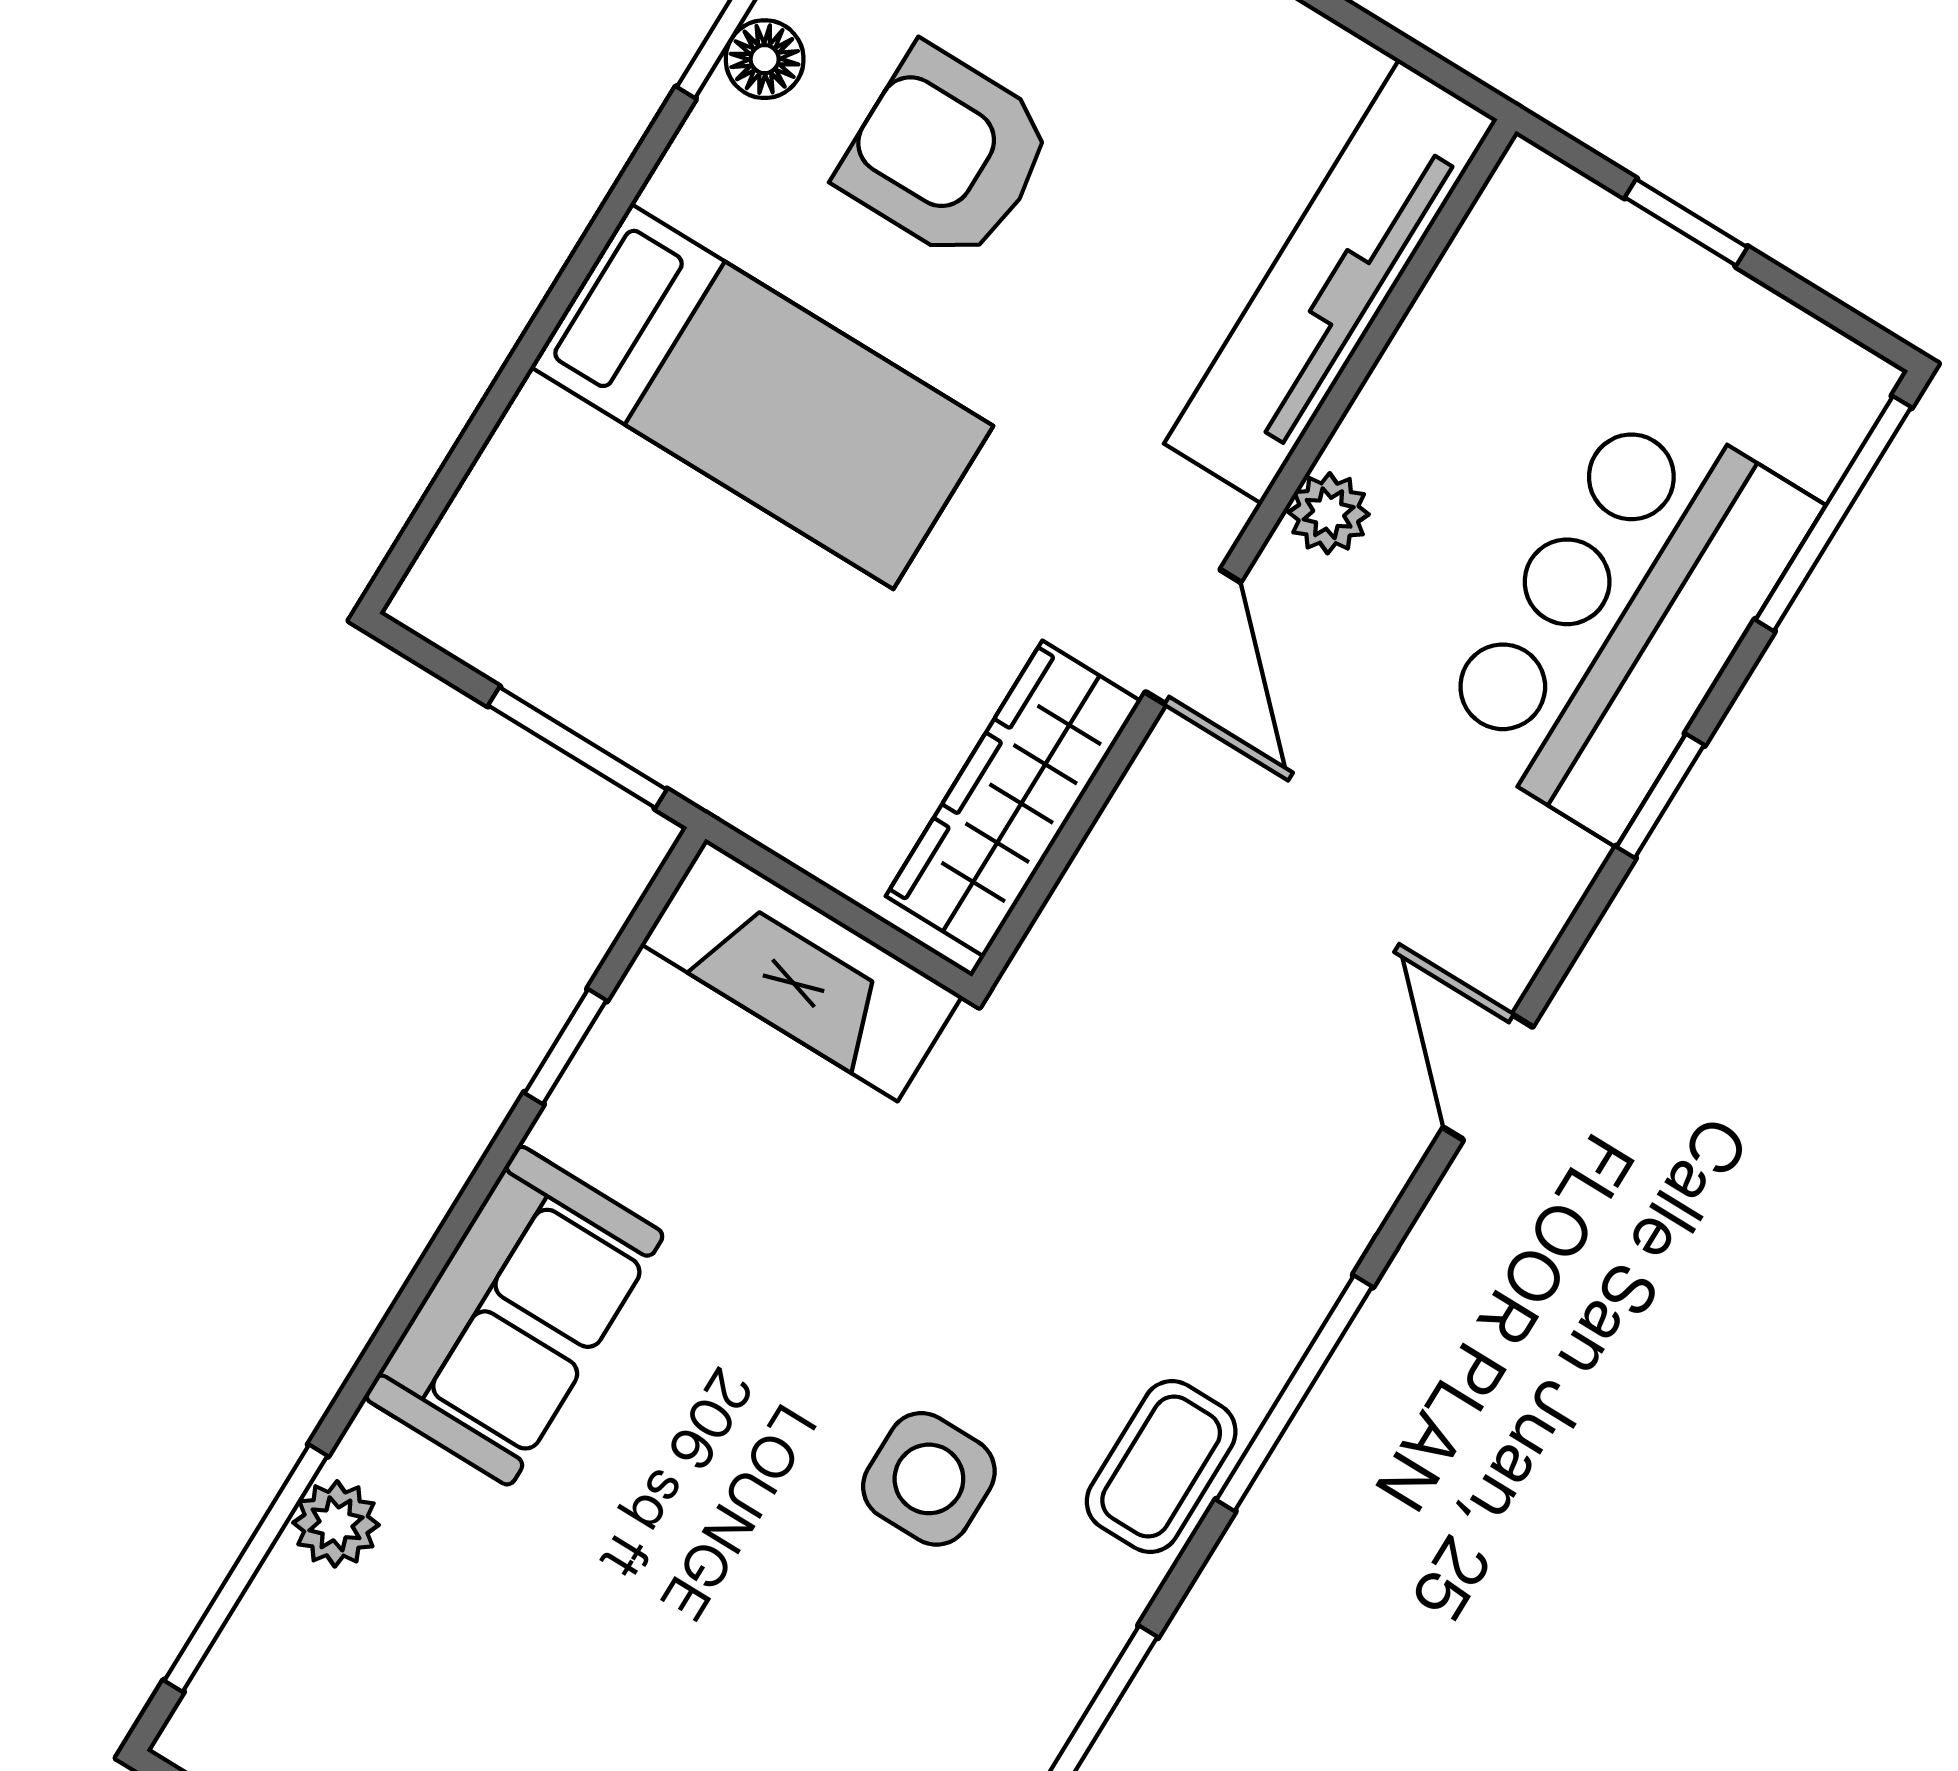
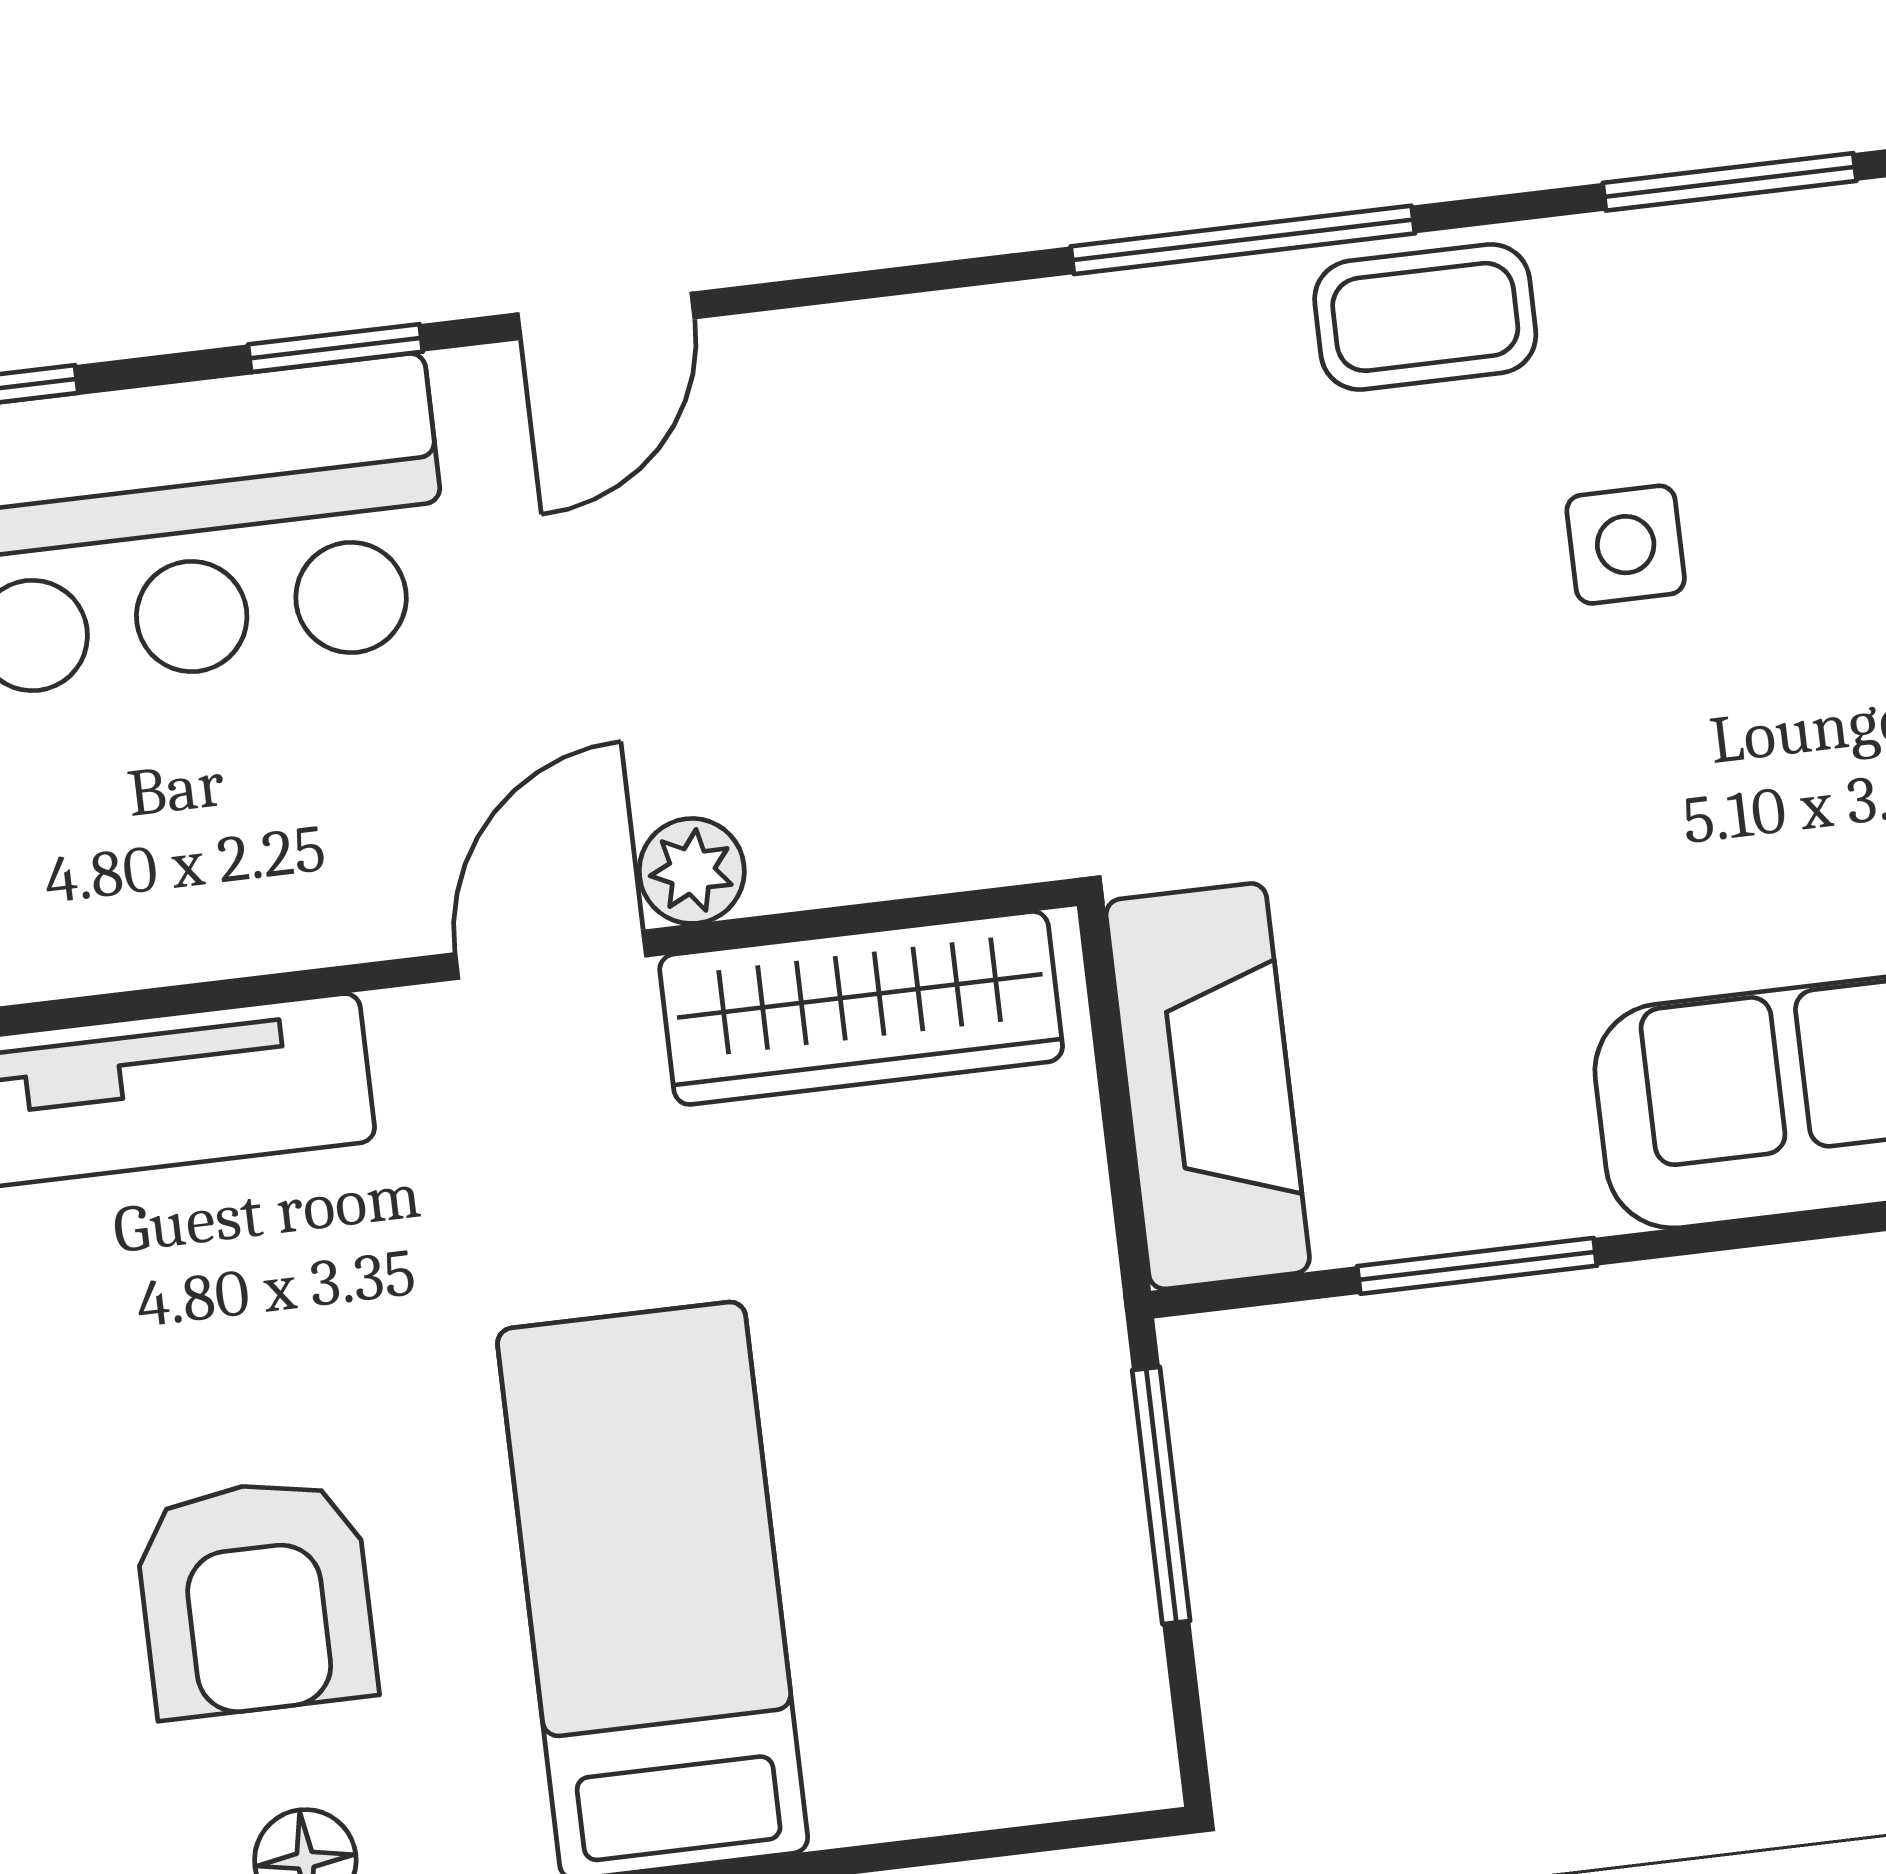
plant: (1329, 513) -> (692, 871), moved
window: (565, 1047) -> (1477, 1266), width x1.50
door: (1488, 1077) -> (606, 316), moved
side table: (929, 1479) -> (1626, 545), width x0.73, depth x0.73

